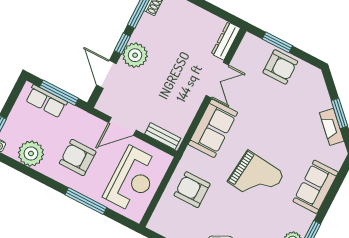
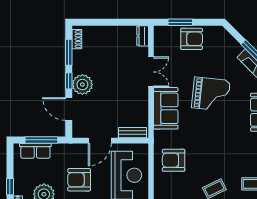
dresser: (226, 41) -> (143, 36), width x0.70
grand piano: (256, 178) -> (211, 94), moved

